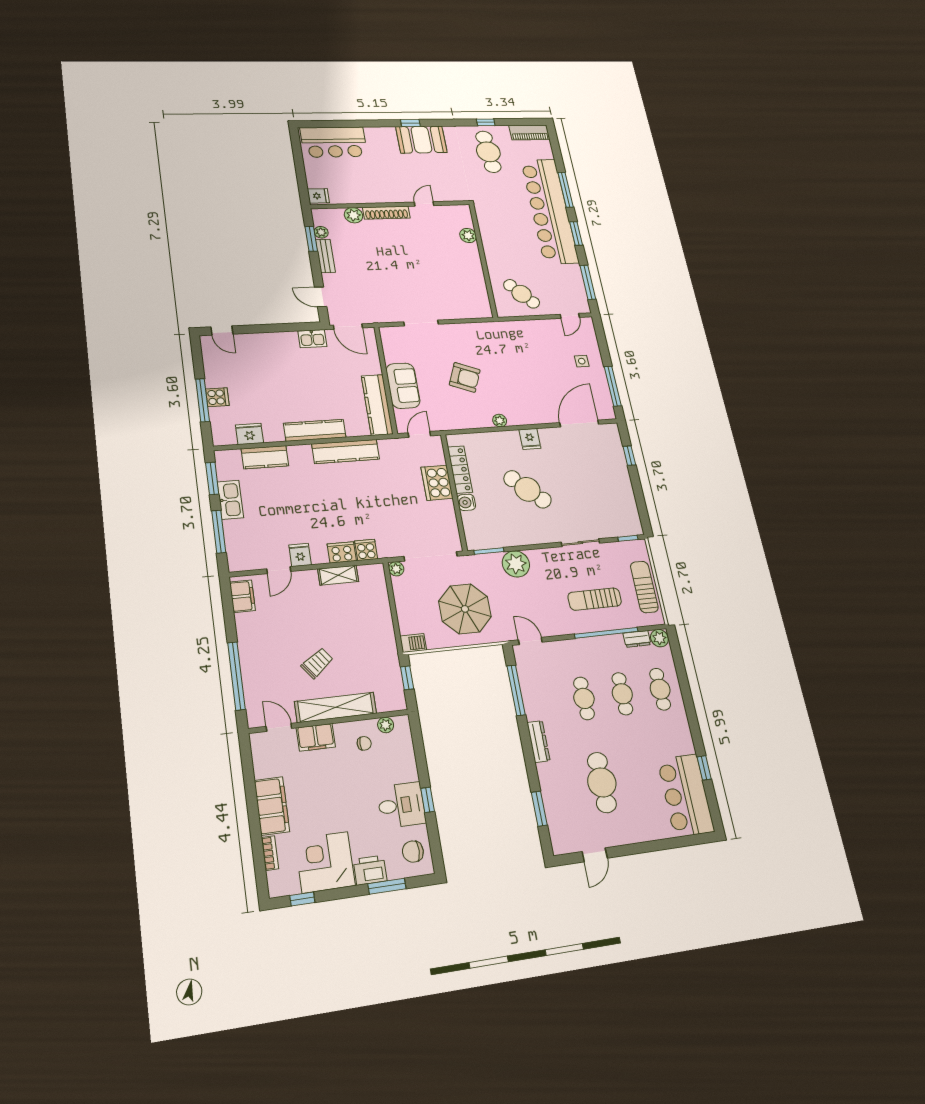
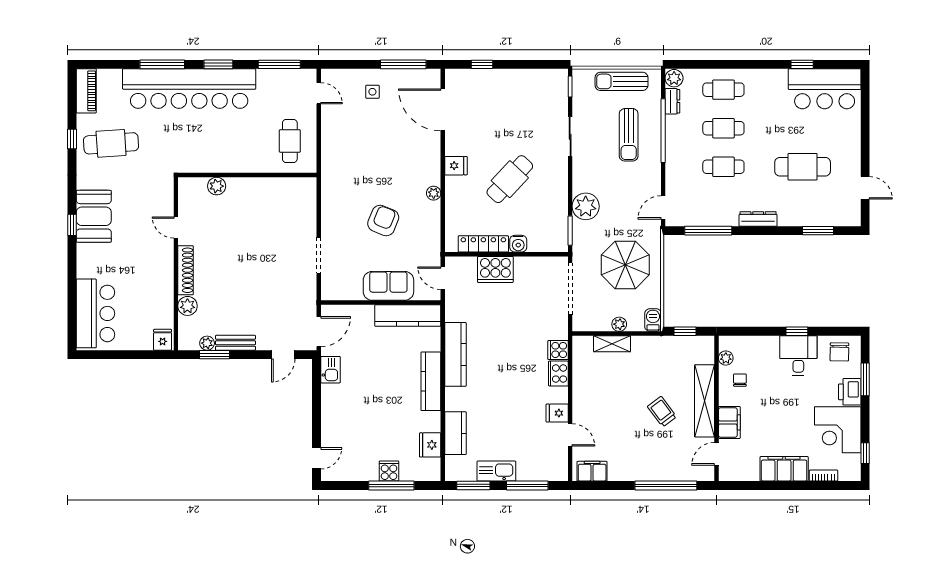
cafe table: (522, 294) -> (290, 141), turned -46
plant: (396, 569) -> (619, 324), moved
shelving: (338, 575) -> (612, 344), moved, turned 90

